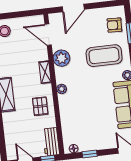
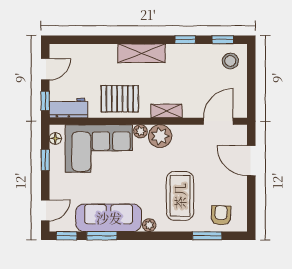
plant: (61, 58) -> (160, 136), moved
pallet: (40, 106) -> (120, 99), width x1.50, depth x1.42
corner sofa: (77, 117) -> (99, 148), added

